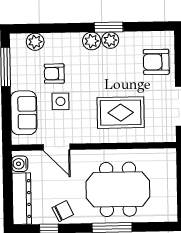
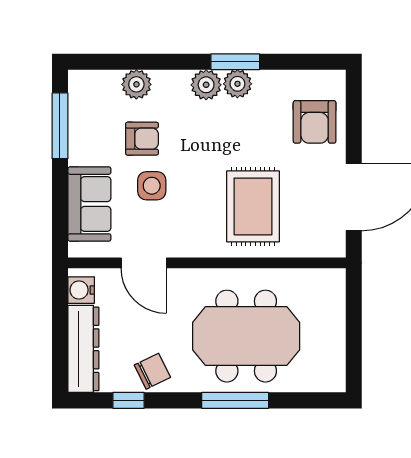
plant: (35, 42) -> (136, 84), moved
armchair: (156, 62) -> (315, 122), turned -90
armchair: (54, 74) -> (142, 139), turned 180
rug: (121, 113) -> (253, 206), turned 90

